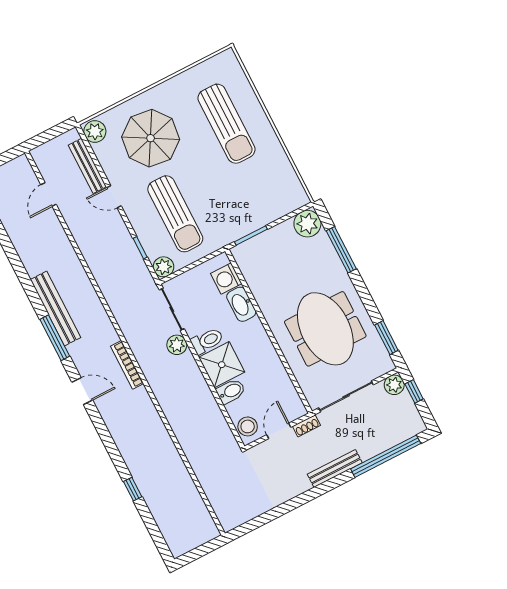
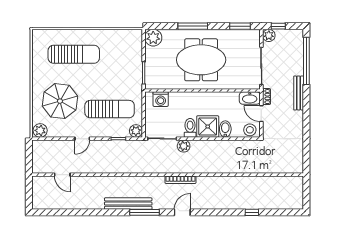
bench: (87, 166) -> (57, 145), removed
window: (341, 250) -> (193, 26), moved
washbasin: (241, 304) -> (250, 98), moved
meeting table: (325, 329) -> (201, 60), moved

